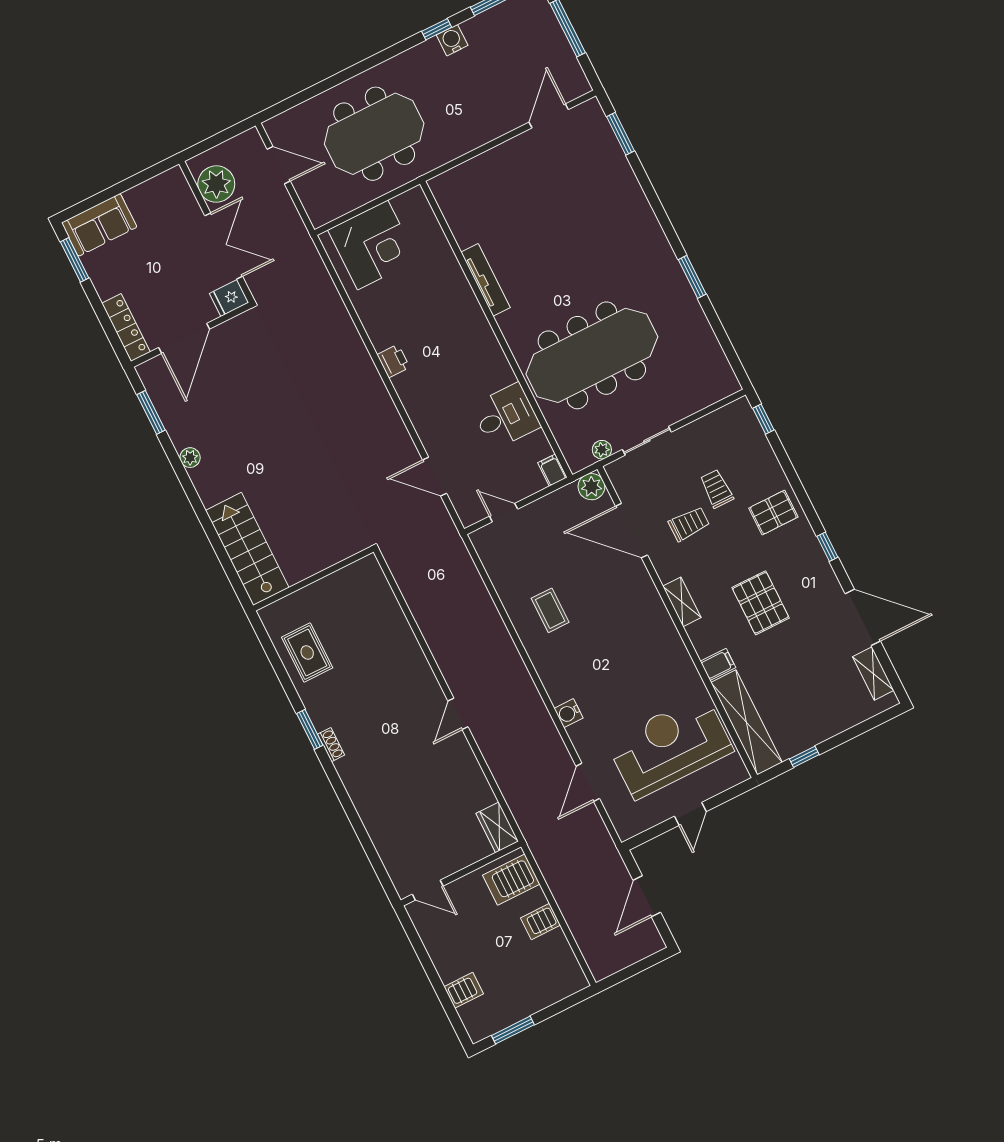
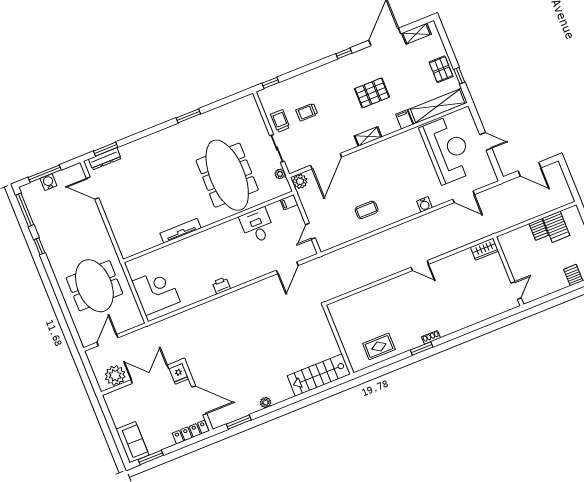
water cooler: (452, 40) -> (48, 182), moved, turned 90
dresser: (603, 134) -> (105, 159), added
pallet: (773, 513) -> (441, 69), moved
trolley: (689, 524) -> (280, 121), moved
reception desk: (670, 746) -> (447, 150), turned 180
server rack: (511, 880) -> (556, 227), moved

